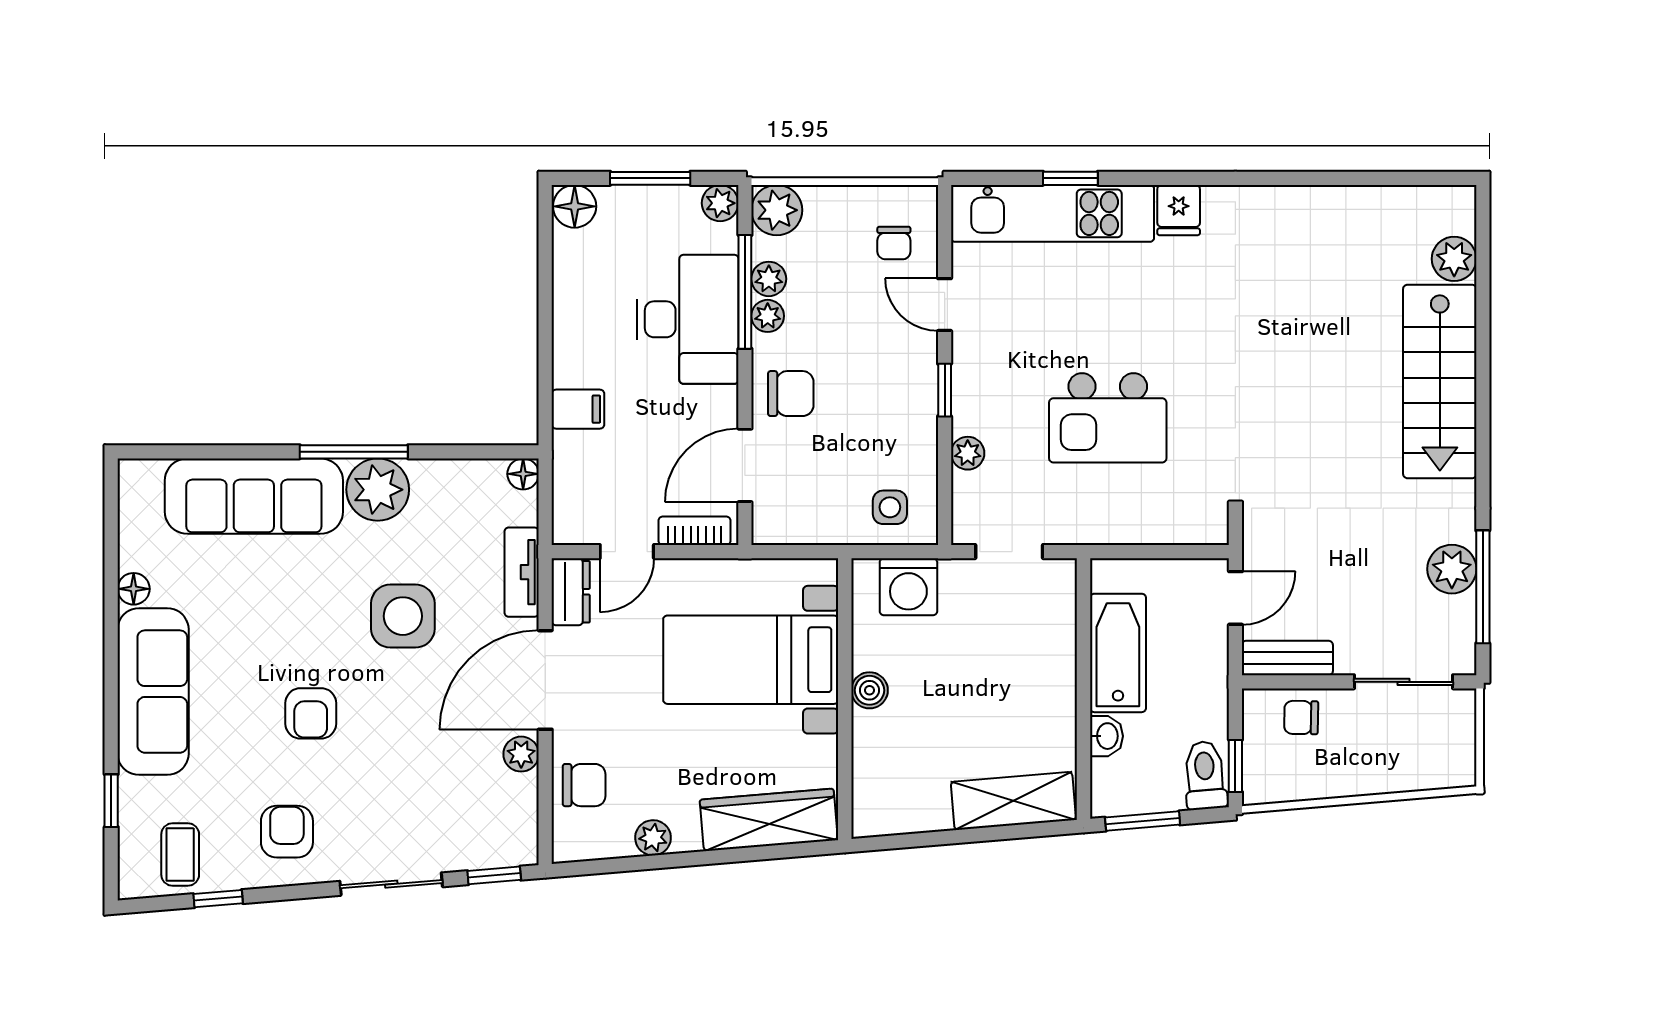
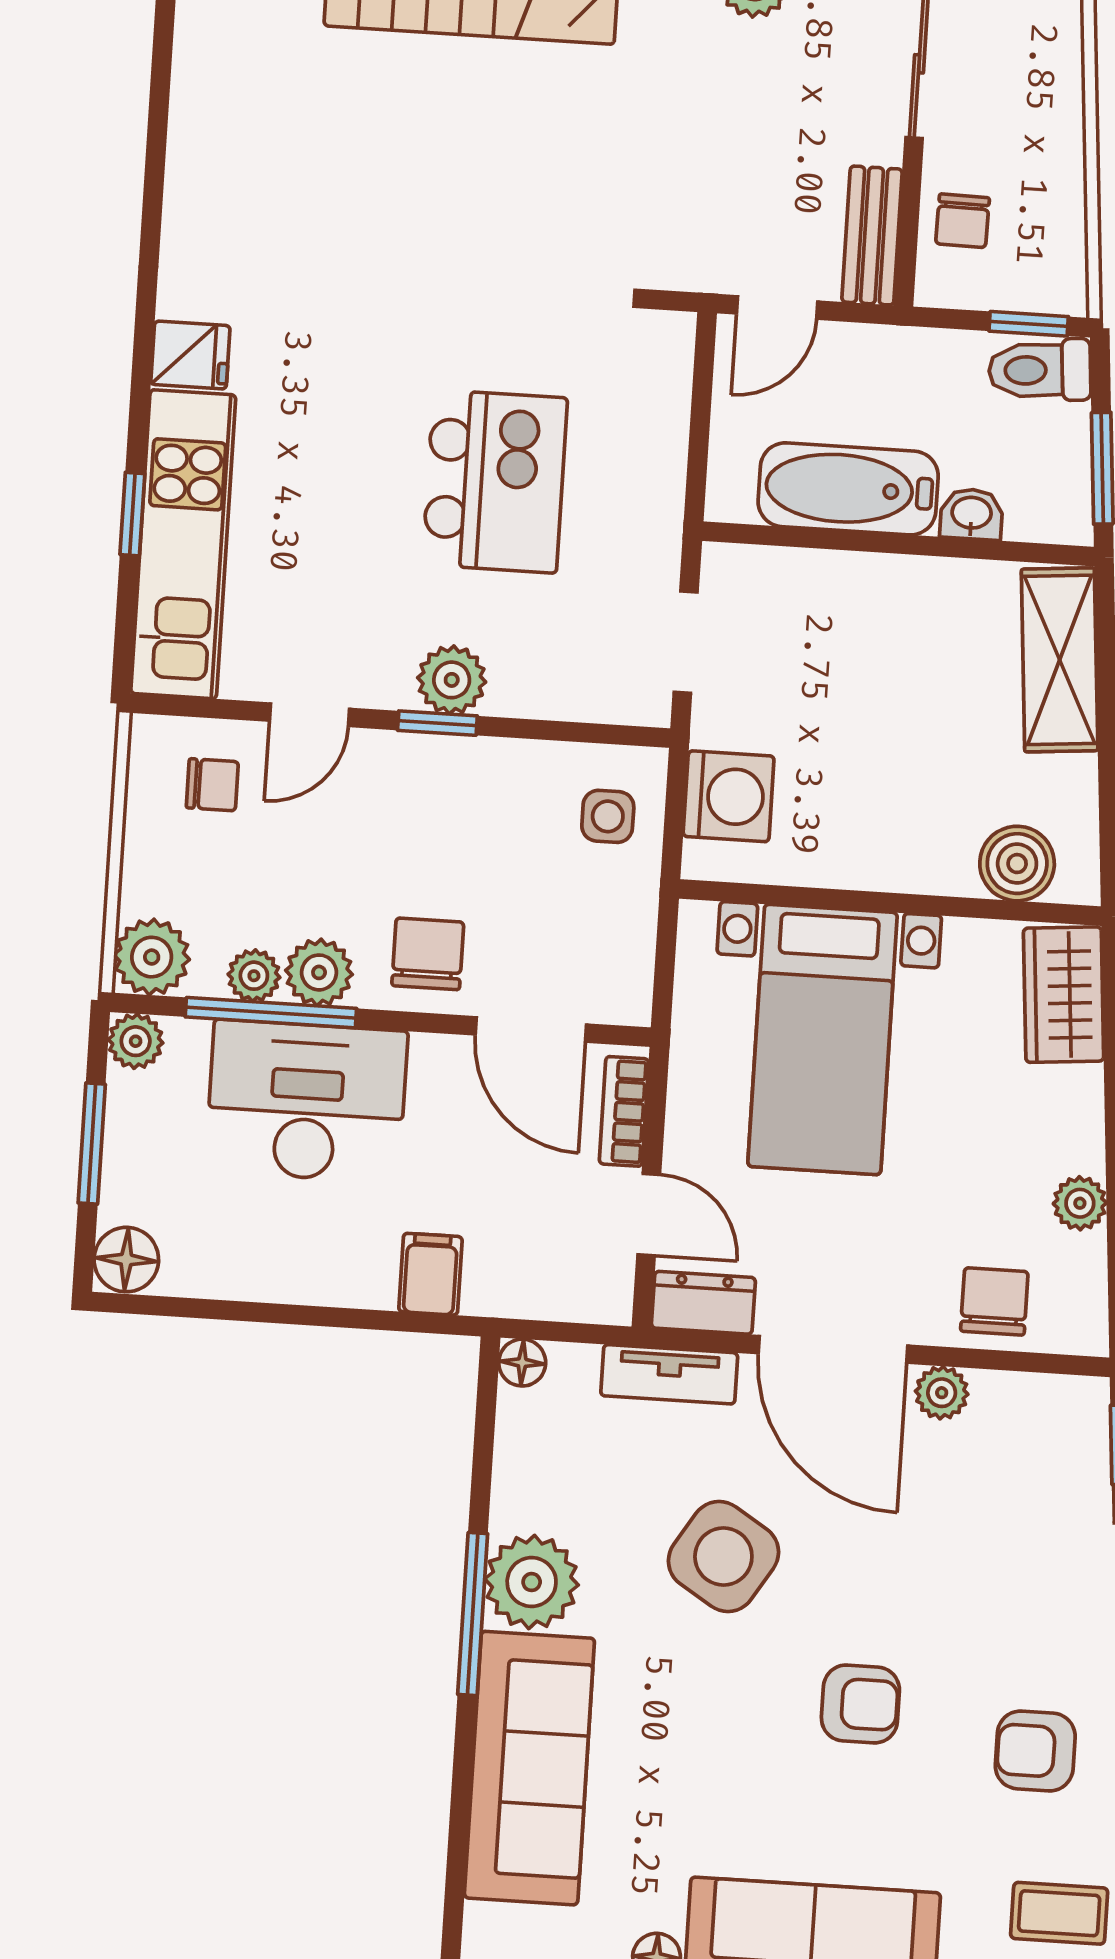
plant: (768, 316) -> (319, 972), width x1.38, depth x1.38
plant: (968, 453) -> (452, 680), moved, width x1.38, depth x1.38
door: (1235, 598) -> (777, 308), swing flipped
side table: (403, 616) -> (723, 1556), turned 32
boiler: (869, 690) -> (1017, 864), moved, width x1.36, depth x1.36
wardrobe: (769, 820) -> (1064, 995), width x0.67

